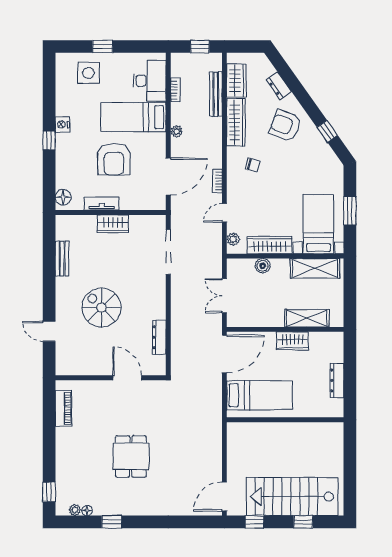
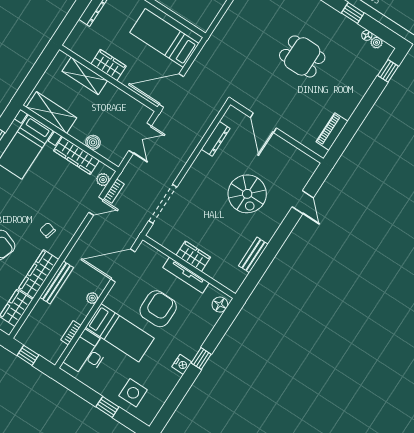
bench: (216, 94) -> (57, 282), moved
bookcase: (217, 181) -> (114, 191), moved
tv unit: (102, 204) -> (186, 275), width x1.41
dining table: (131, 456) -> (302, 56), turned 90

